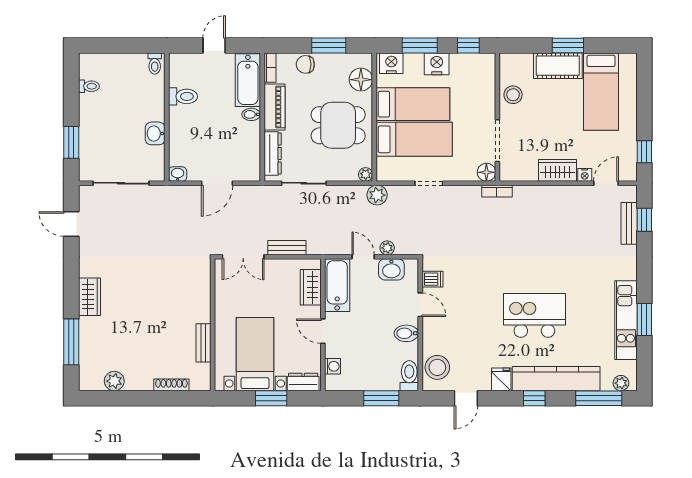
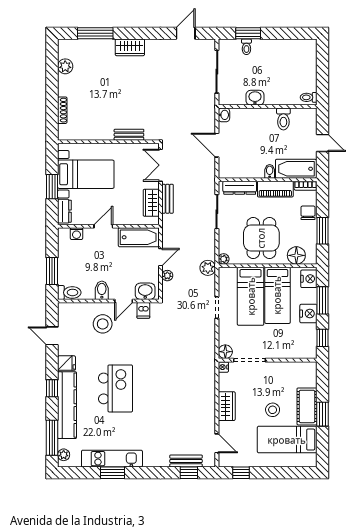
toilet: (89, 86) -> (246, 47), moved
stool: (513, 95) -> (273, 410), moved
nightstand: (585, 175) -> (223, 367), moved
bookcase: (497, 191) -> (211, 360), removed
washbasin: (391, 269) -> (145, 291), moved, turned 90
wardrobe: (311, 287) -> (151, 203), moved, turned -90
bench: (203, 343) -> (129, 135), moved
stool: (437, 367) -> (103, 324), moved

